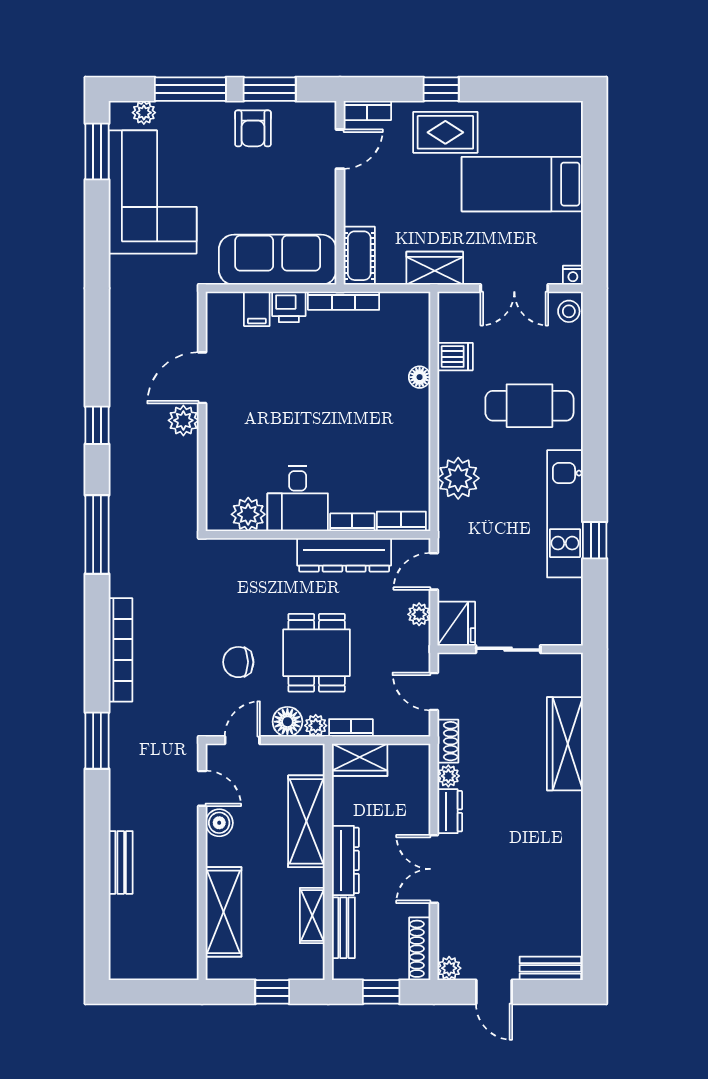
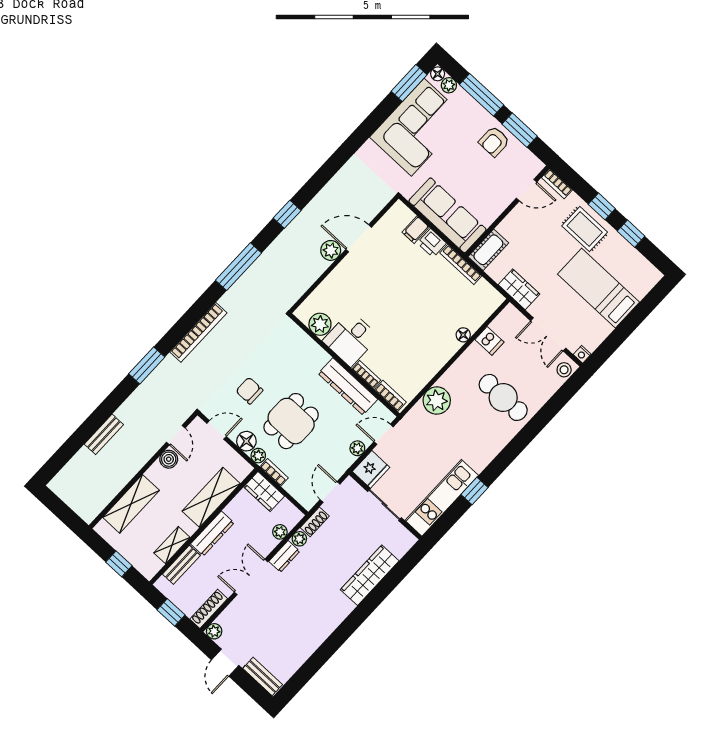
window: (502, 89) -> (631, 234), added
floor lamp: (119, 112) -> (438, 74), added
kitchen unit: (565, 514) -> (442, 498), moved
plant: (419, 788) -> (280, 532), added

